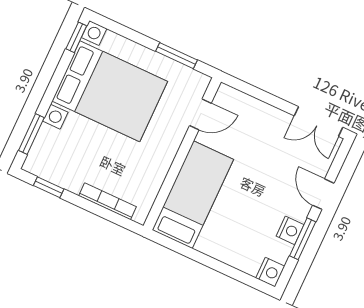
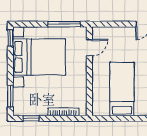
window: (177, 56) -> (64, 24), width x1.44
bed: (193, 195) -> (122, 89), moved

